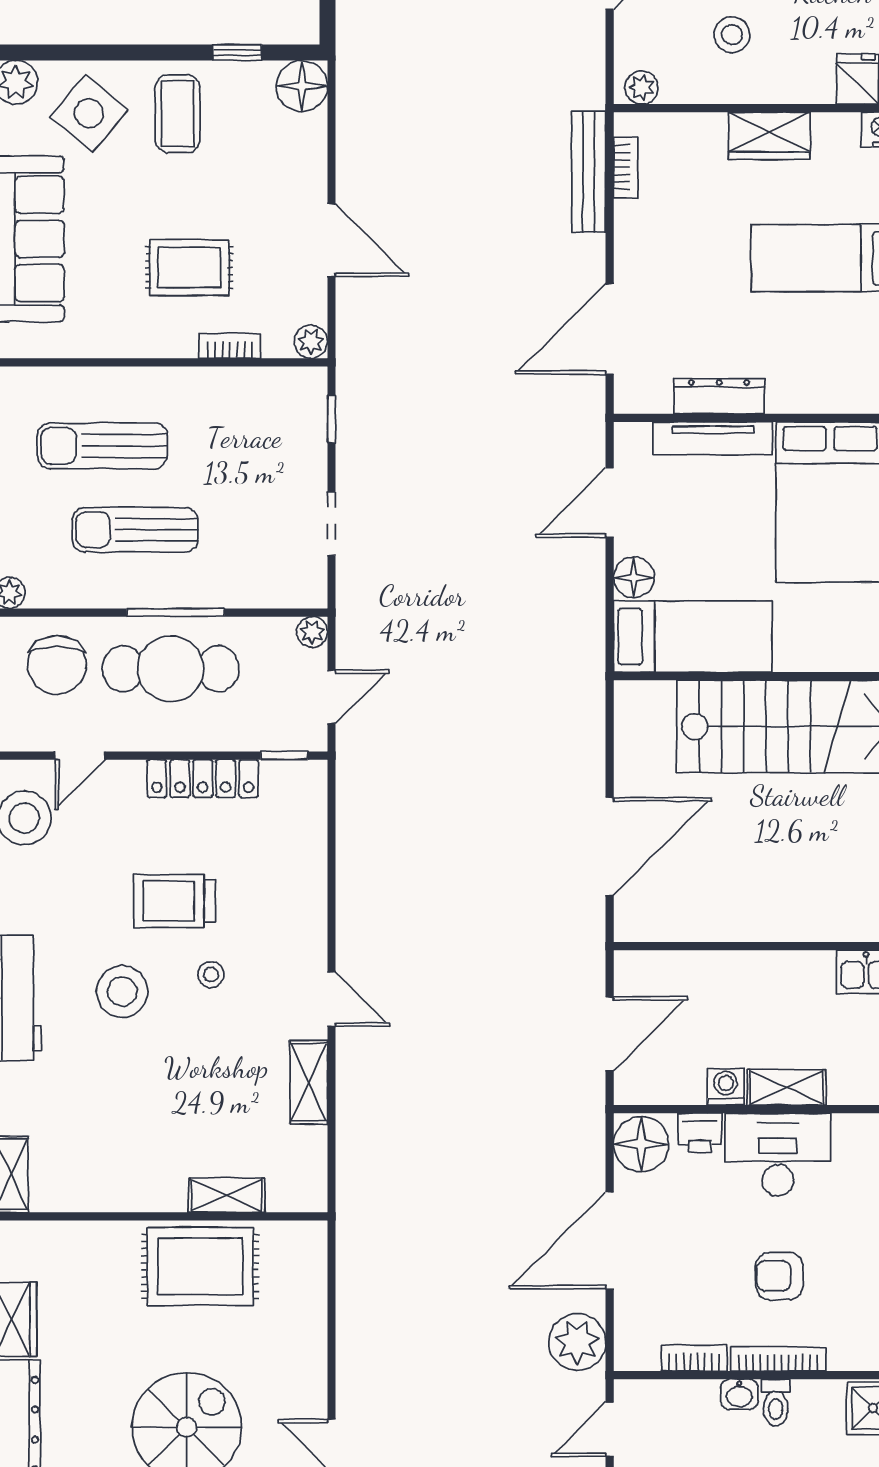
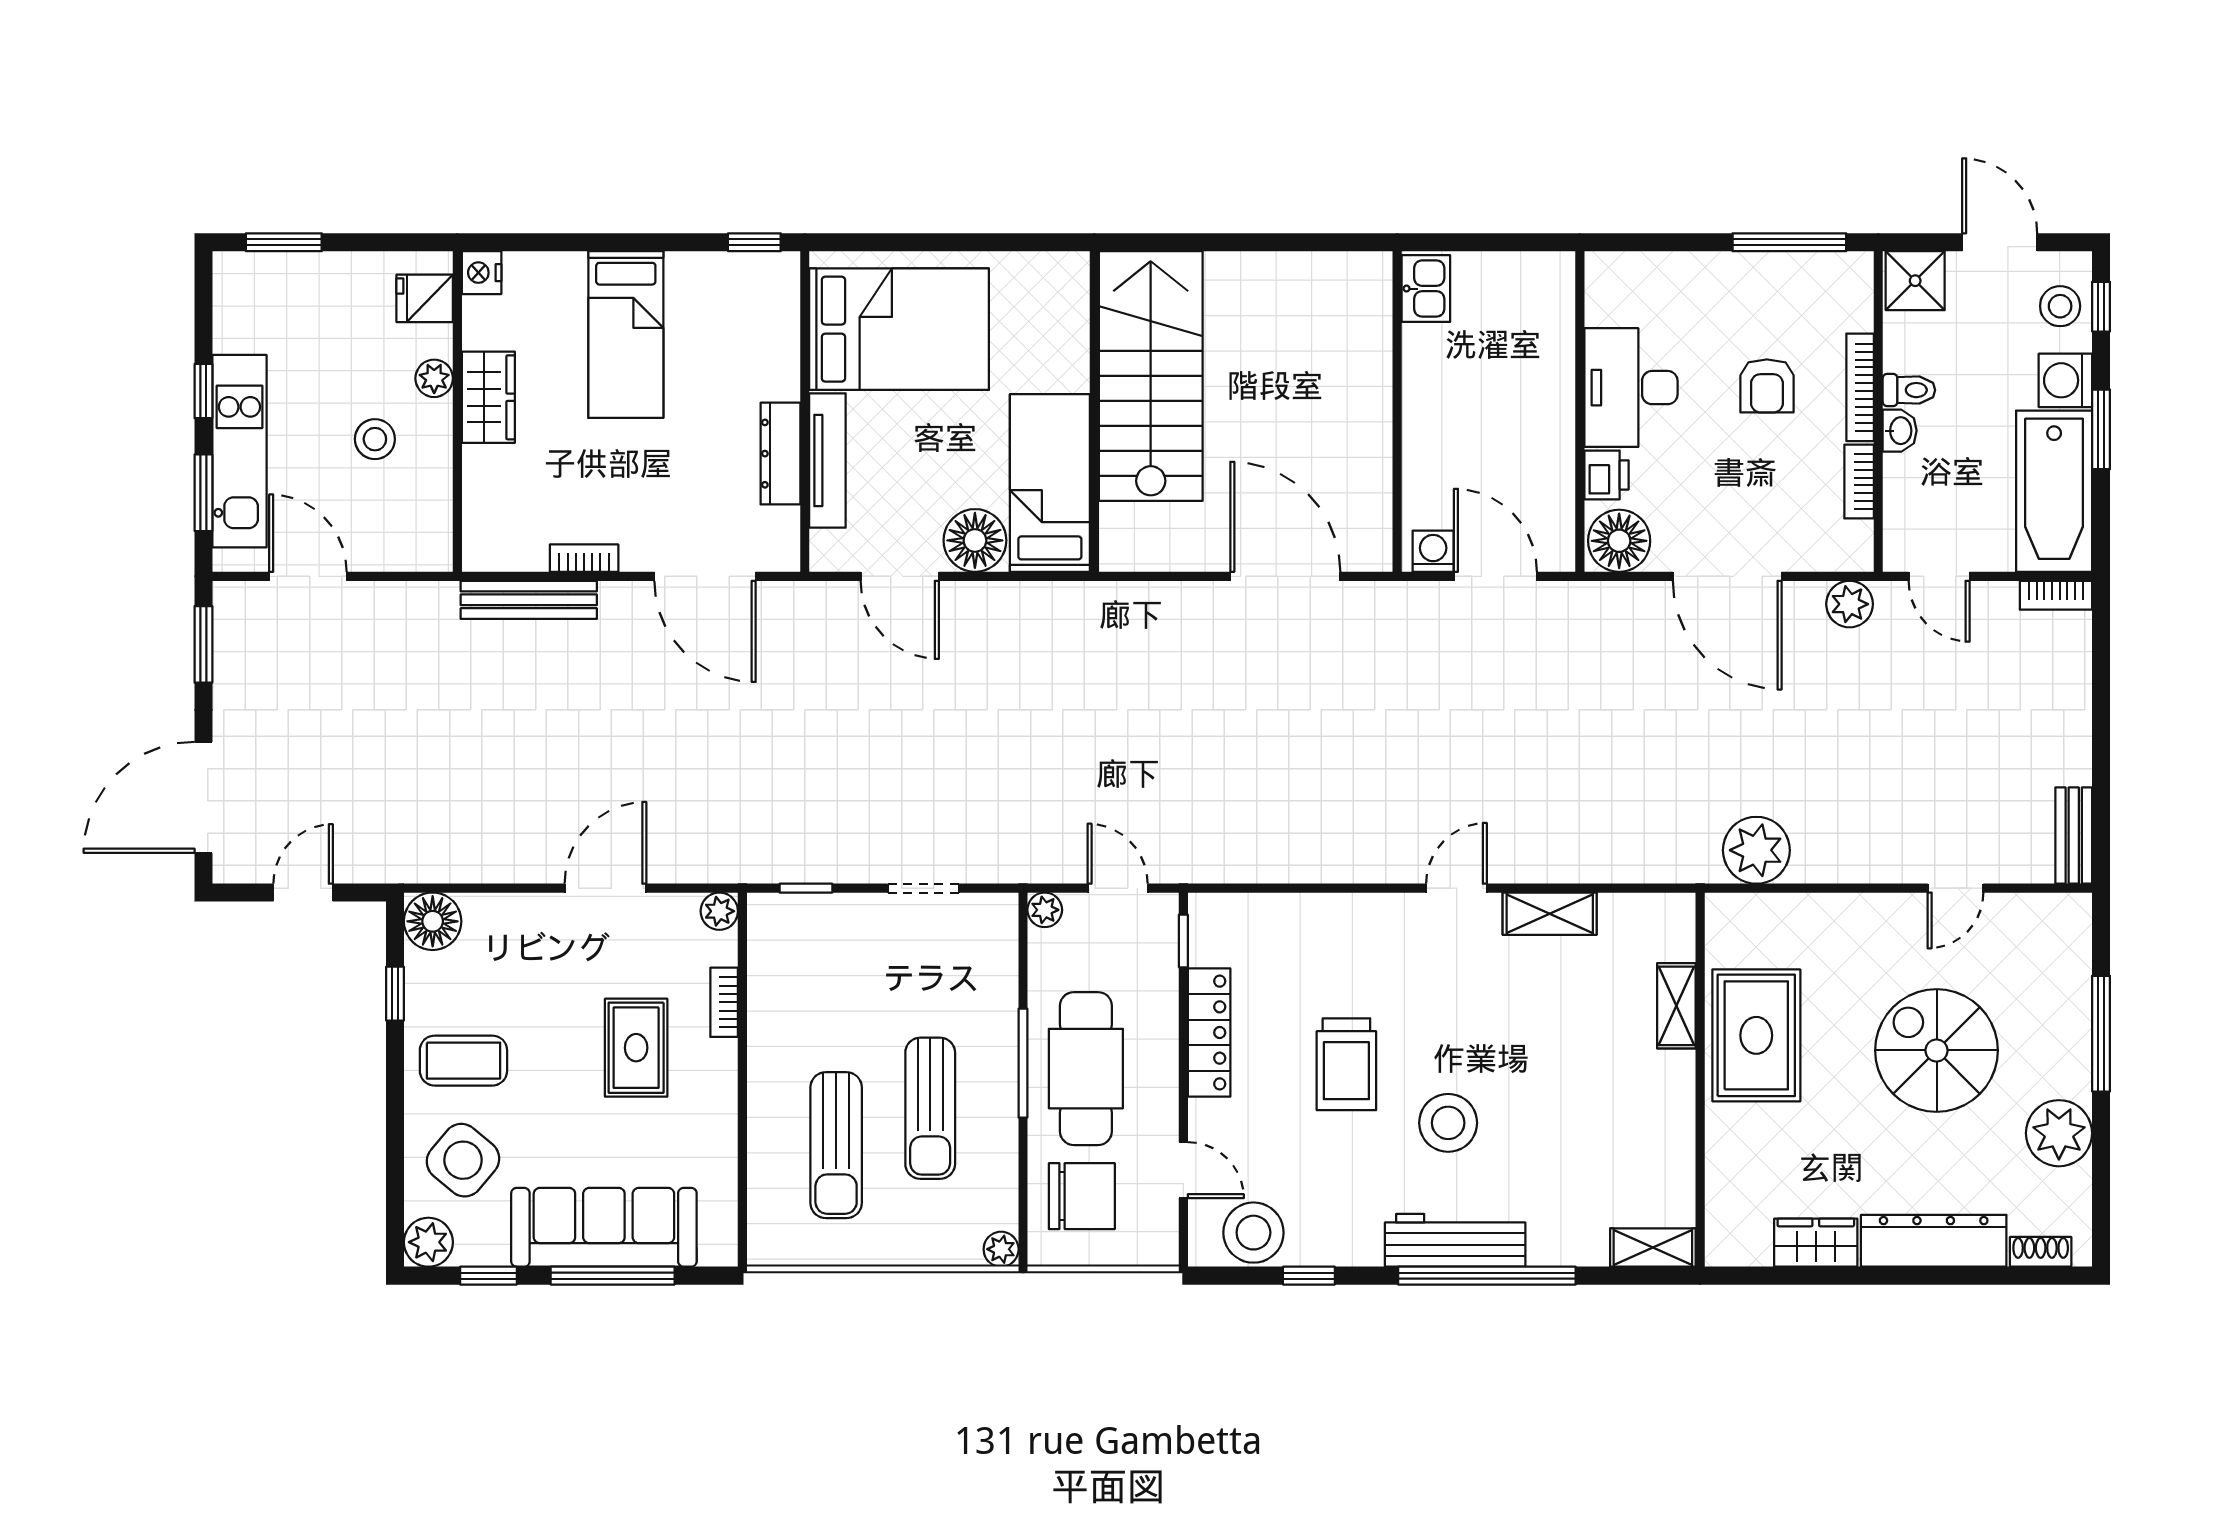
plant: (642, 87) -> (434, 378), moved
bookcase: (626, 167) -> (584, 558), moved
floor lamp: (634, 577) -> (975, 540), width x1.38, depth x1.38
stool: (211, 975) -> (1429, 1023), removed
washing machine: (726, 1087) -> (1433, 551), moved, turned 90
shelving: (787, 1087) -> (1555, 378), removed
plant: (365, 1267) -> (1756, 850), added
plant: (577, 1342) -> (1850, 604), width x0.73, depth x0.73

